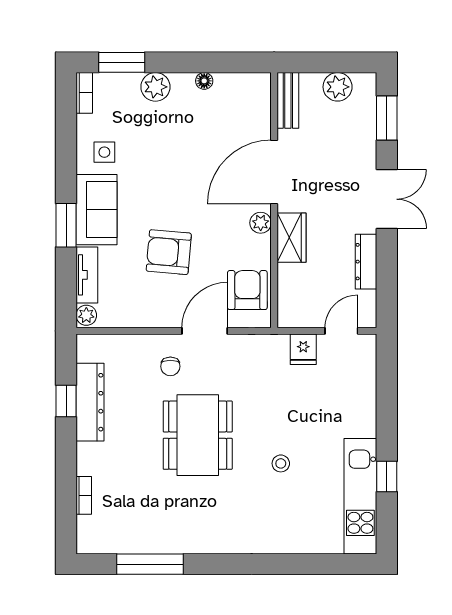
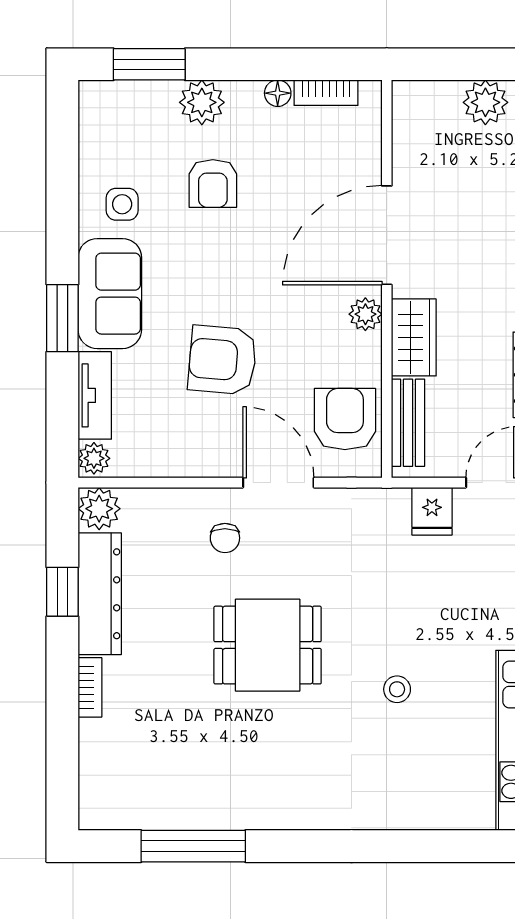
bookcase: (84, 93) -> (326, 93), moved, turned 90
bench: (288, 100) -> (408, 423), moved
armchair: (163, 139) -> (213, 184), added
door: (205, 331) -> (278, 483), hinge flipped
plant: (90, 348) -> (99, 509), added
dining table: (198, 435) -> (268, 645), width x0.73
bookcase: (84, 495) -> (90, 687), moved

